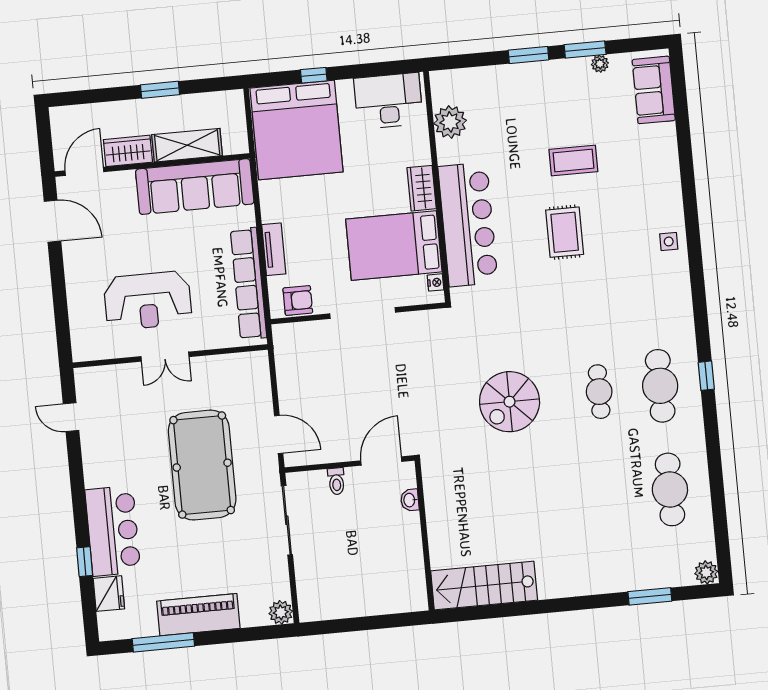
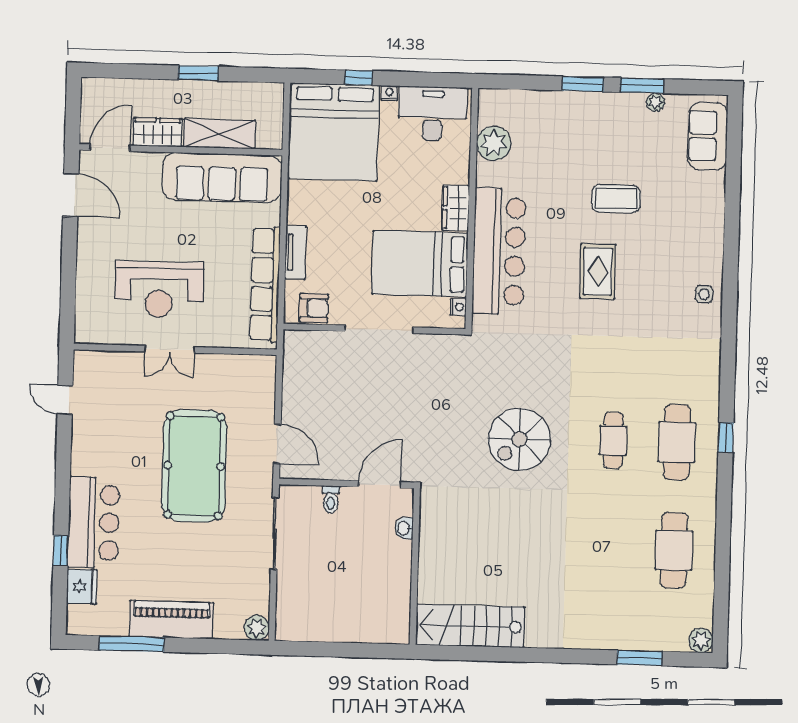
nightstand: (345, 86) -> (389, 93), added

